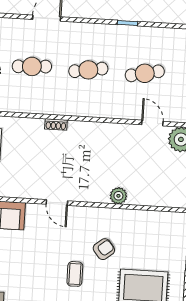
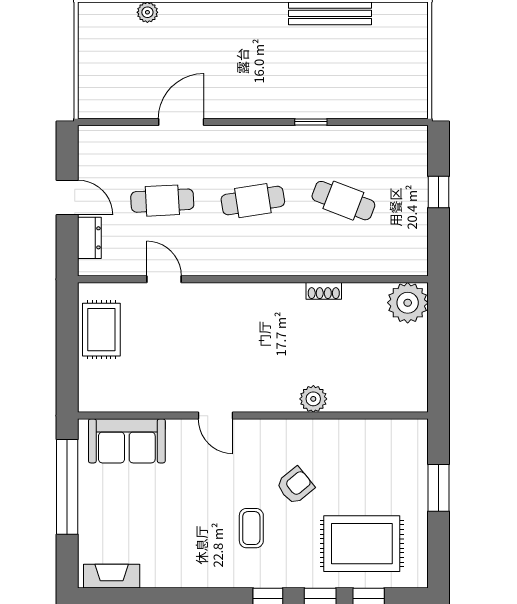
cafe table: (145, 73) -> (343, 201), turned 33
door: (152, 123) -> (164, 279), moved
shoe rack: (56, 124) -> (324, 291), moved

